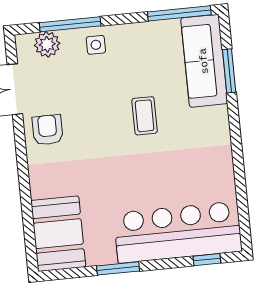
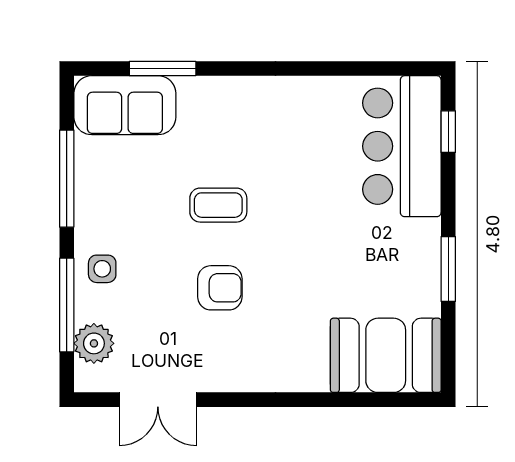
window: (179, 13) -> (67, 179), moved
sofa: (204, 61) -> (125, 105), width x0.73
armchair: (48, 130) -> (220, 288), moved, turned 180
bar counter: (178, 232) -> (402, 146), width x0.73

